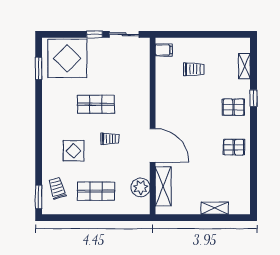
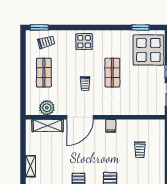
filing cabinet: (164, 50) -> (111, 126), moved
display table: (74, 151) -> (84, 42), moved

